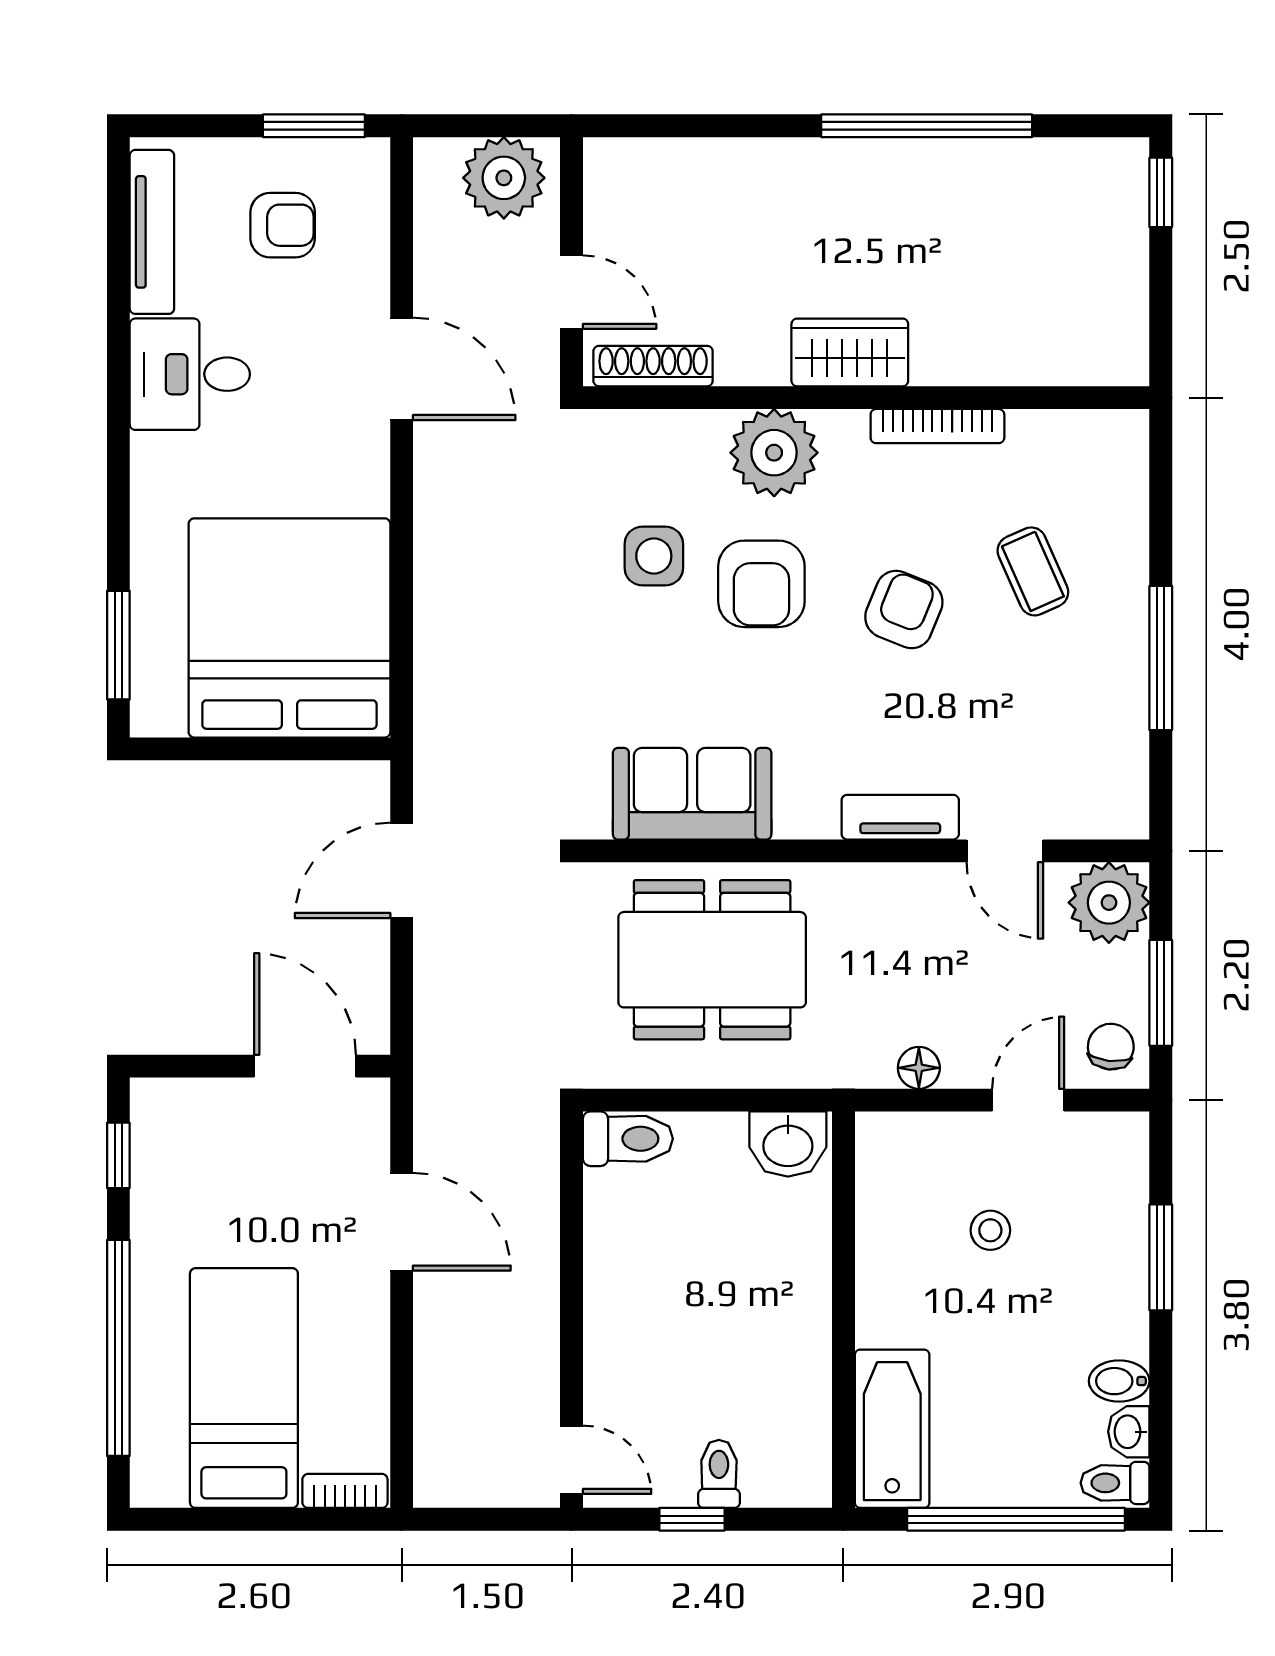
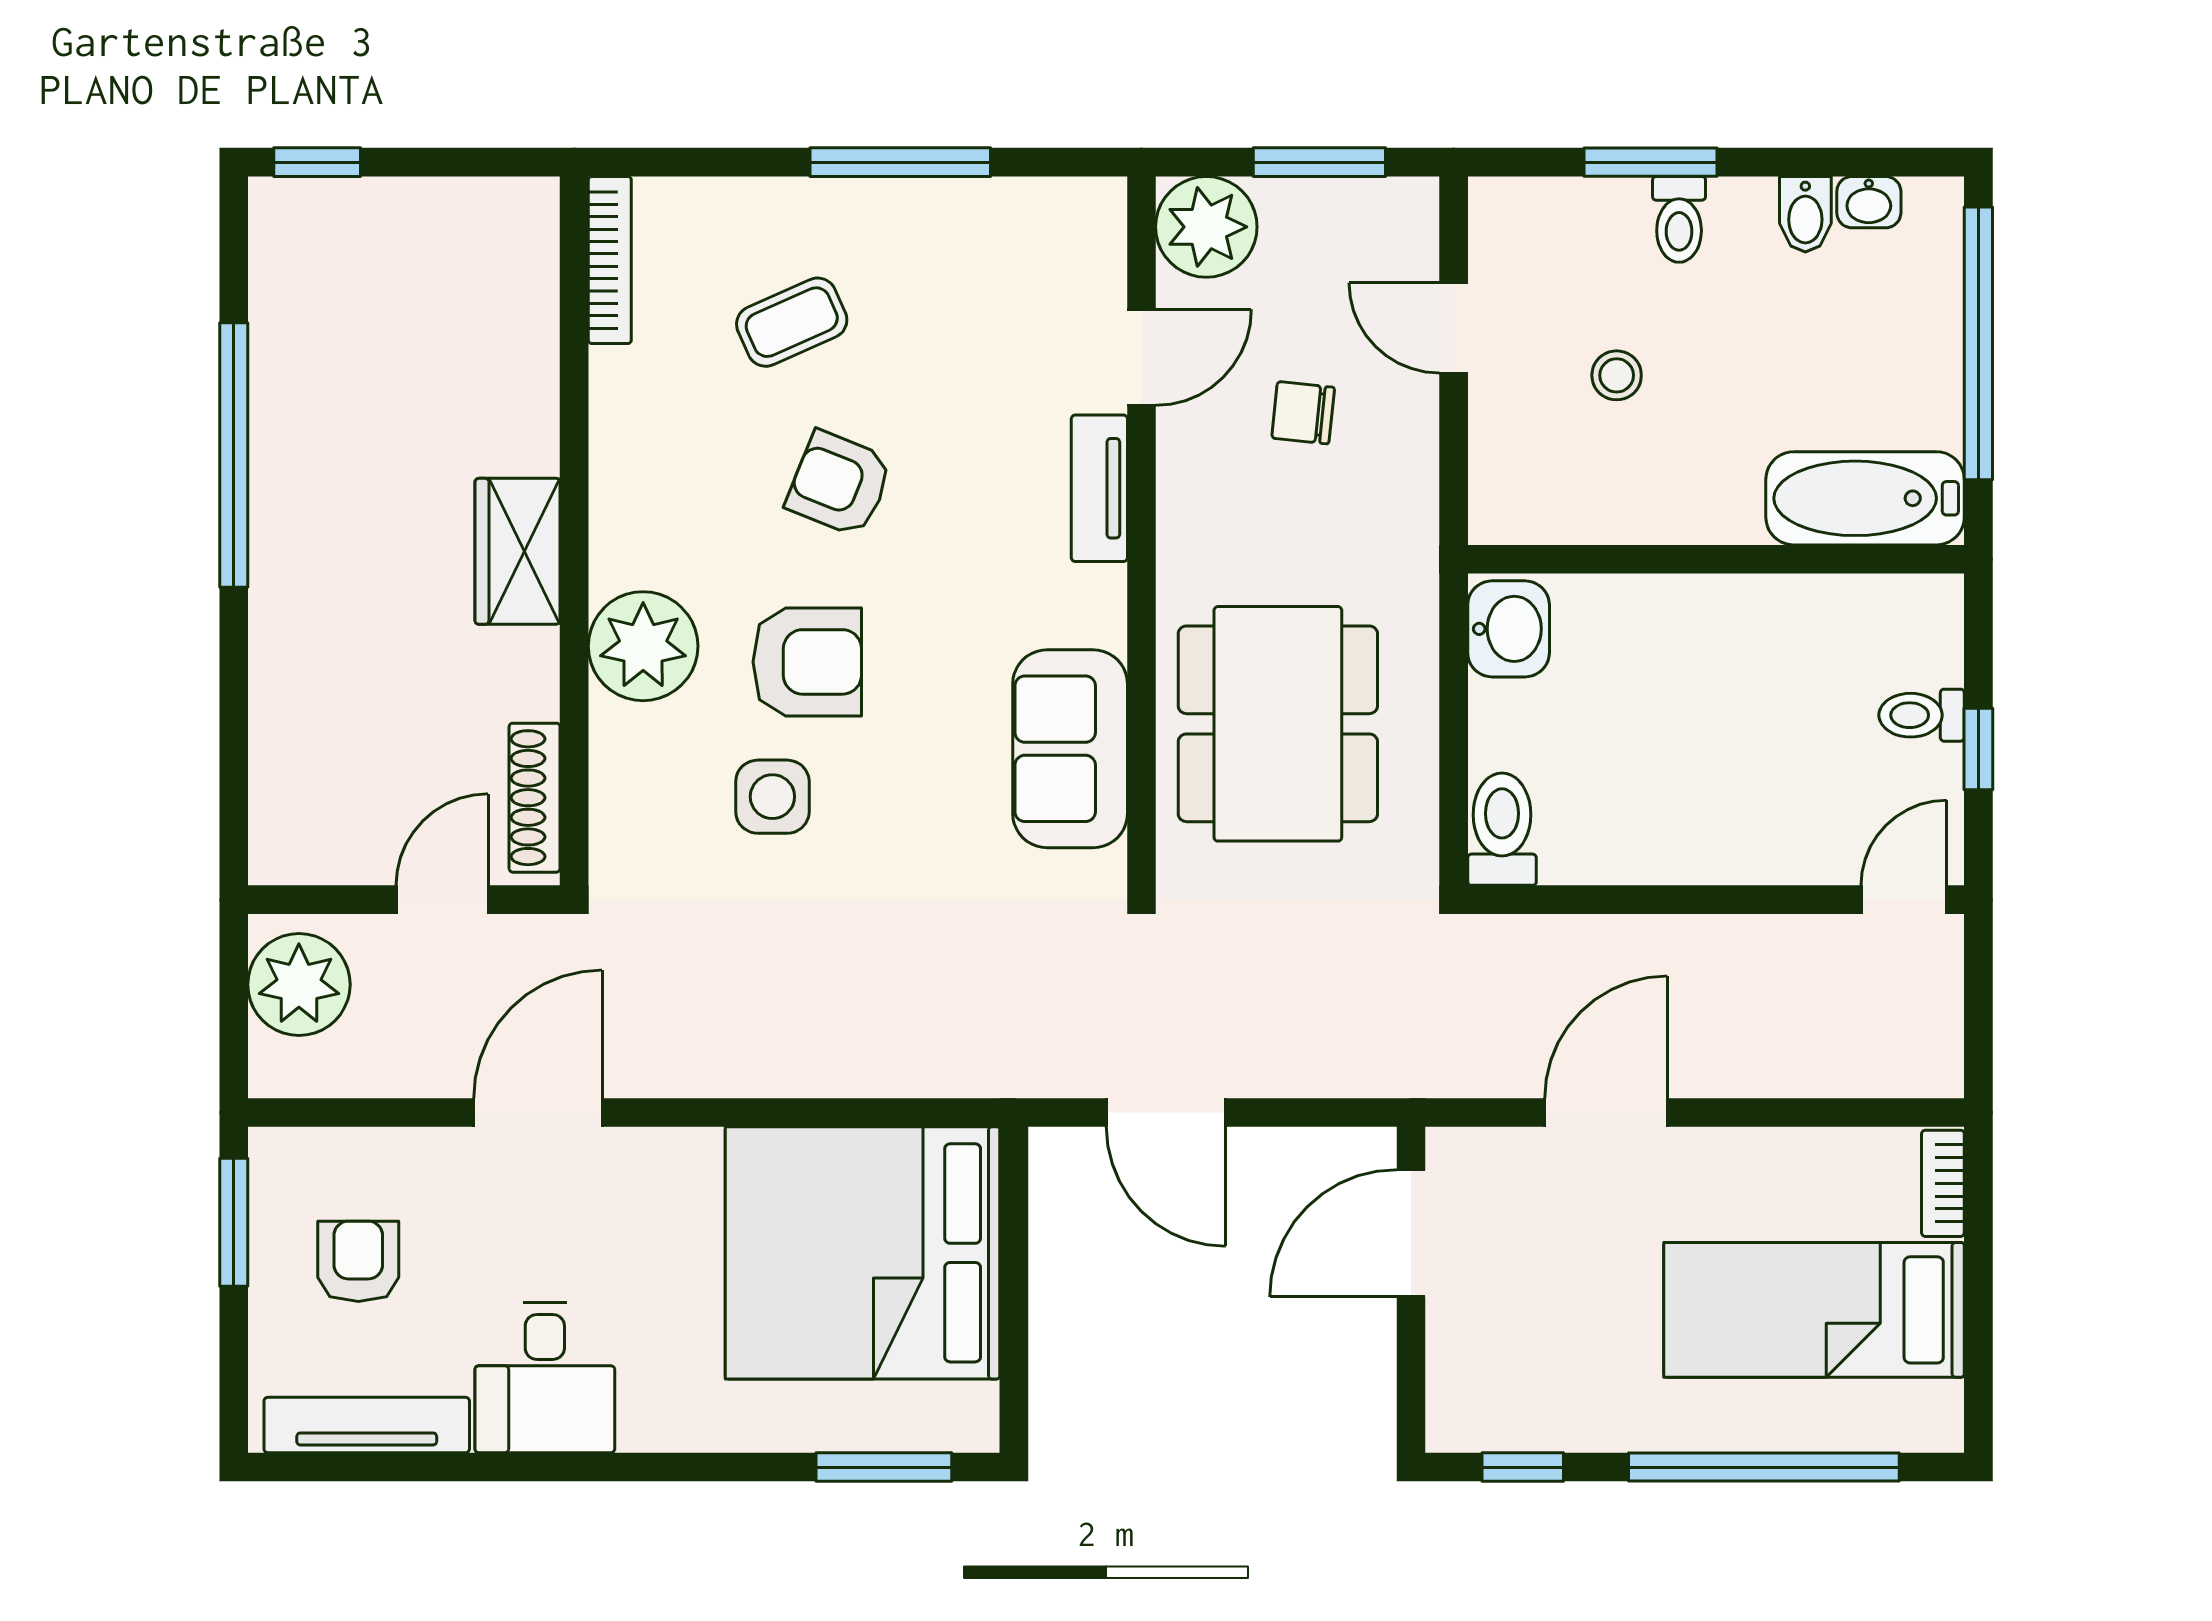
bookcase: (937, 426) -> (610, 260), moved
chair: (1111, 1047) -> (1303, 413), moved
floor lamp: (919, 1068) -> (1413, 465), removed
toilet: (1115, 1483) -> (1679, 219), moved

